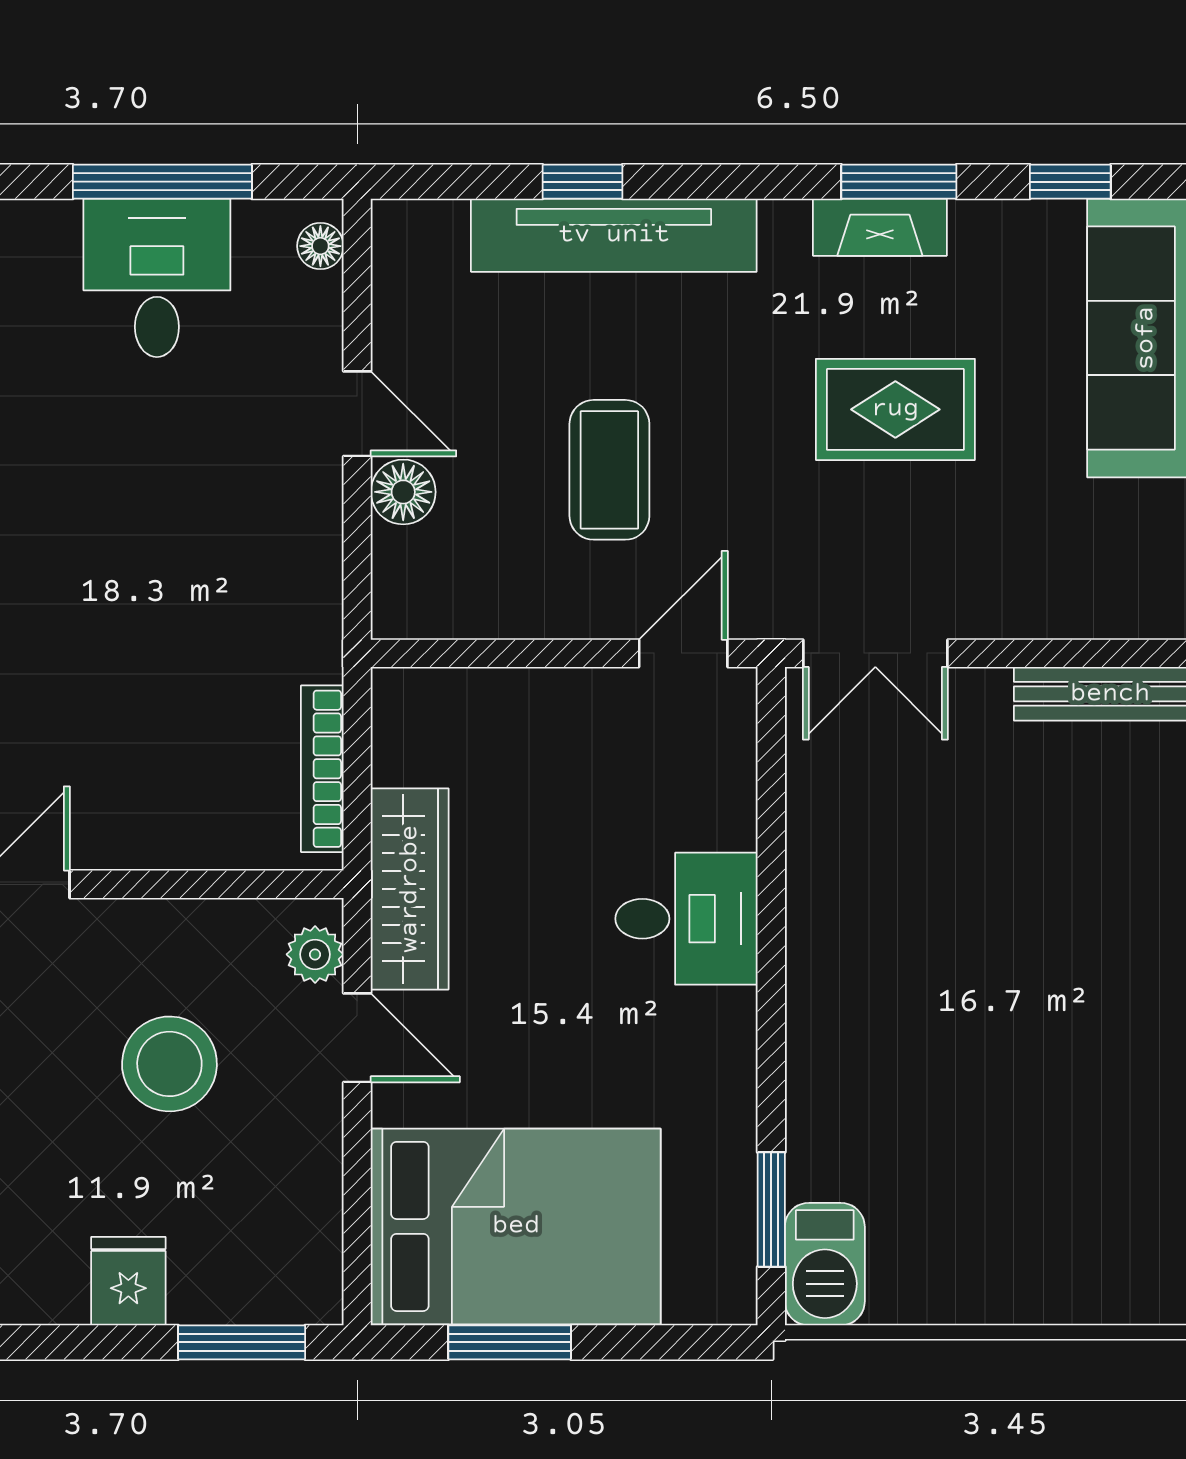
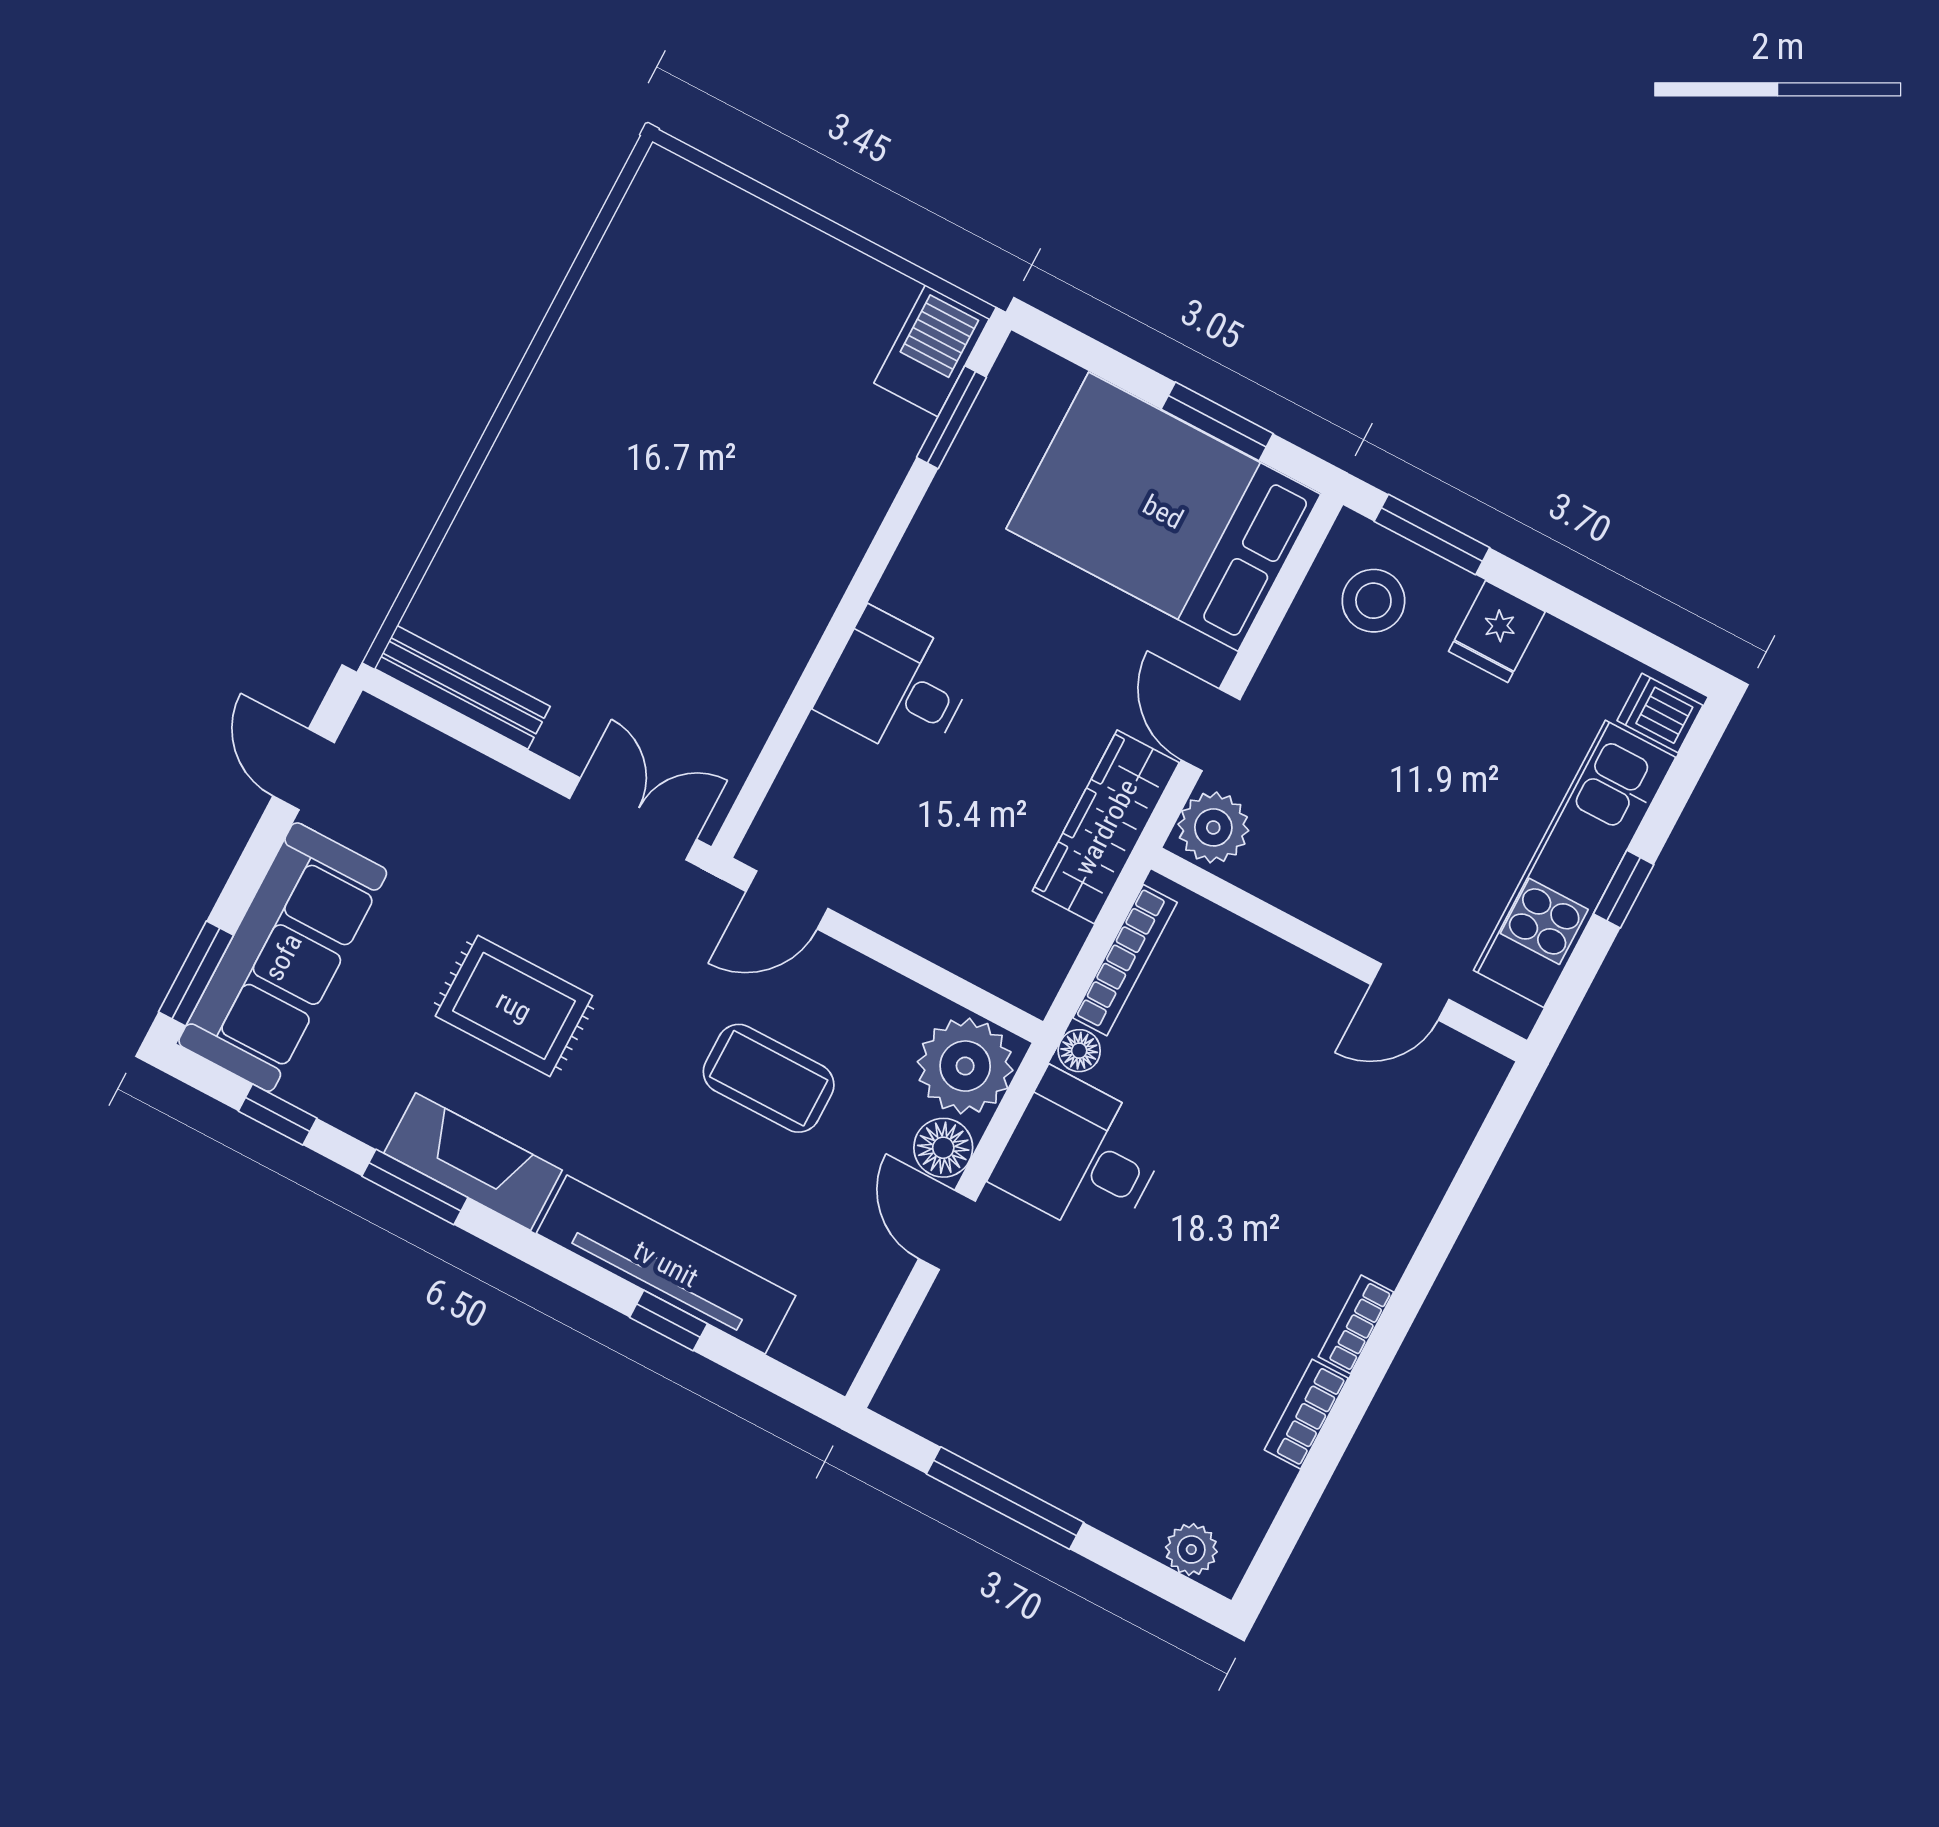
fireplace: (880, 227) -> (473, 1162), width x1.37, depth x1.32
floor lamp: (320, 246) -> (1079, 1051), moved
desk: (157, 278) -> (1081, 1156), moved, turned 90
coffee table: (609, 470) -> (769, 1078), turned 90
plant: (424, 583) -> (965, 1066), added
plant: (315, 954) -> (1213, 827), width x1.38, depth x1.38
stool: (169, 1064) -> (1373, 601), moved, width x0.73, depth x0.73

